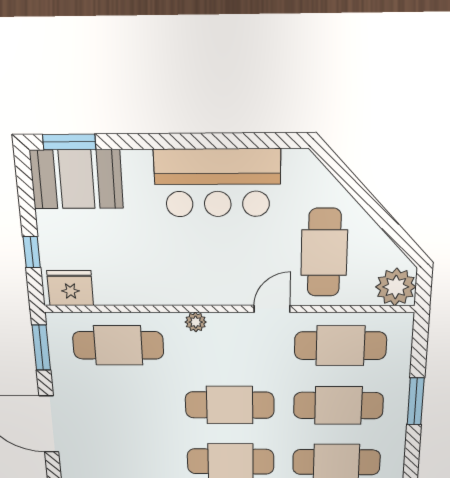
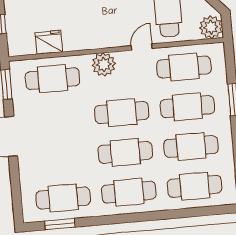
fridge: (70, 288) -> (49, 42), moved
plant: (196, 322) -> (104, 64), width x1.88, depth x1.88

